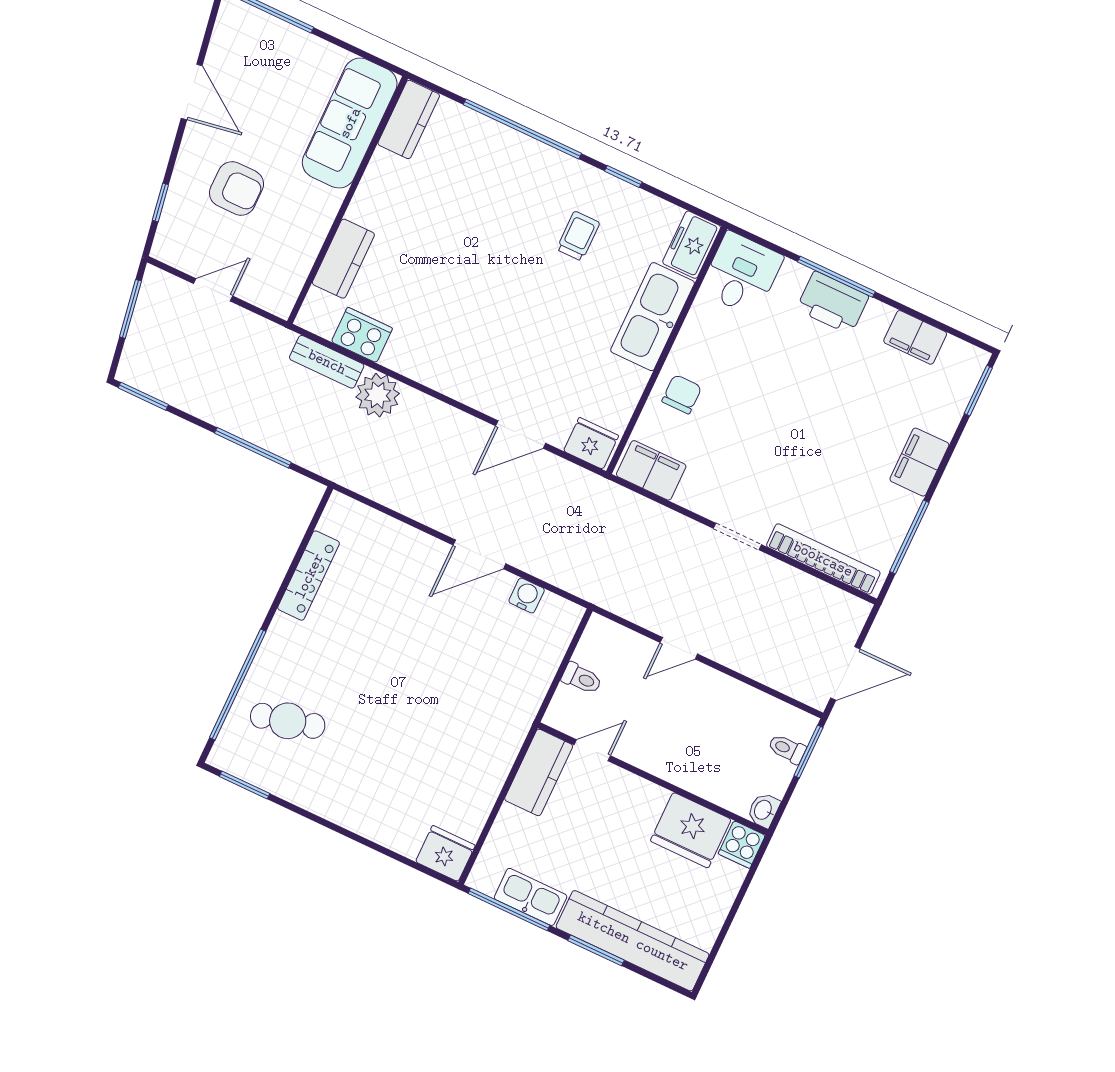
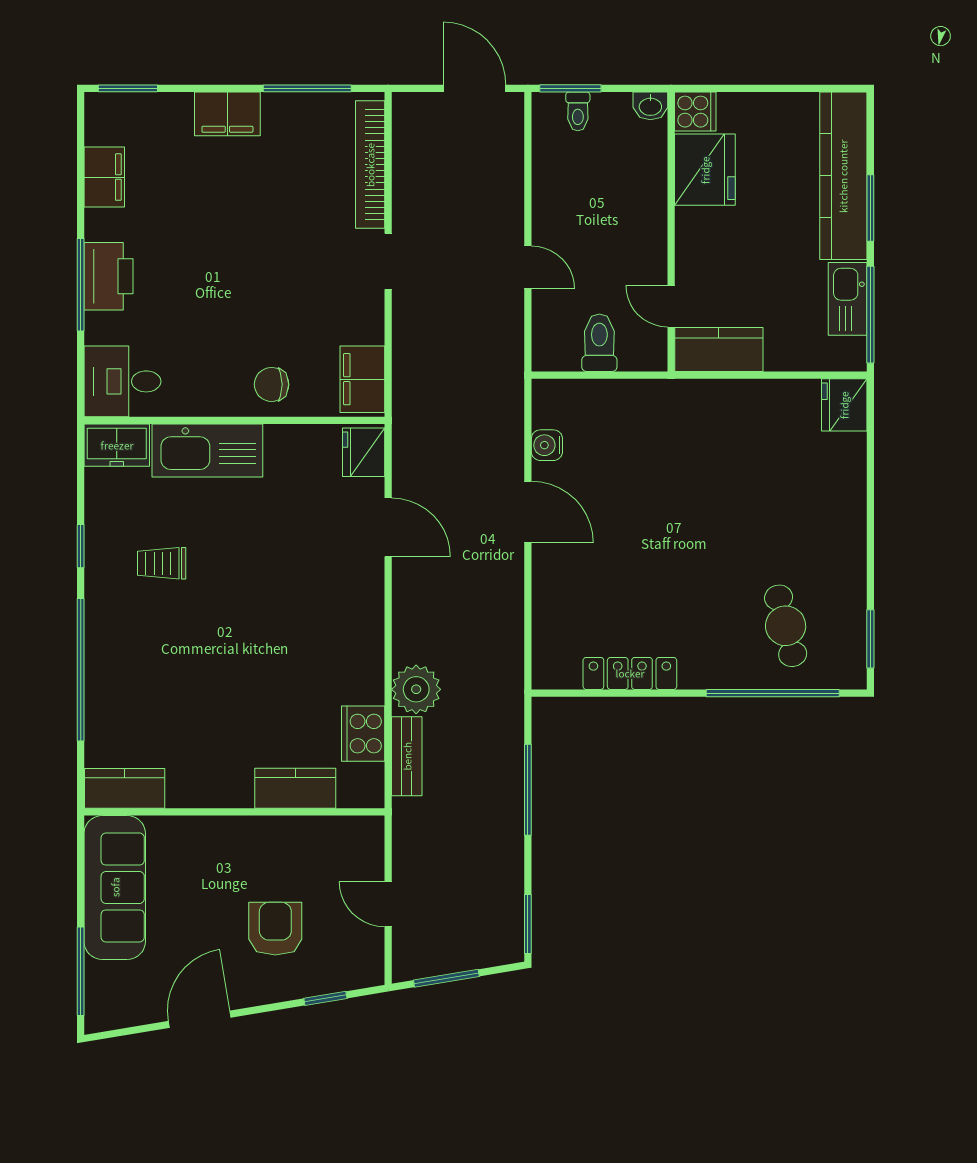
sofa: (350, 123) -> (115, 887), moved, turned -90
toilet: (582, 678) -> (599, 343), width x1.37, depth x1.39

